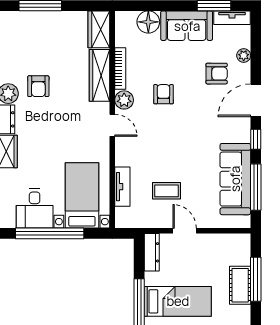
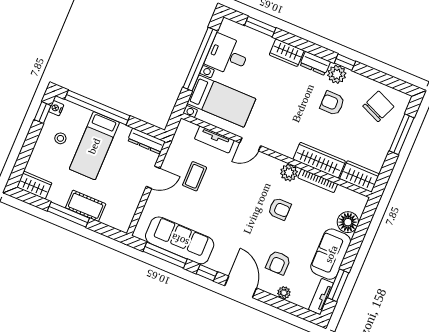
chair: (23, 40) -> (378, 106), added
door: (112, 125) -> (250, 144), moved
window: (256, 279) -> (68, 215), moved

